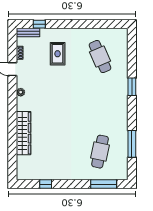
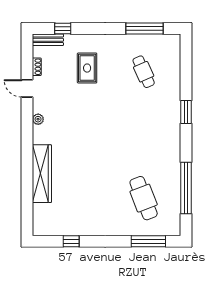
window: (101, 24) -> (145, 29), added
cafe table: (100, 57) -> (144, 72), width x0.73, depth x0.74
window: (132, 144) -> (186, 188), width x1.46
cafe table: (100, 152) -> (144, 198), turned -33

